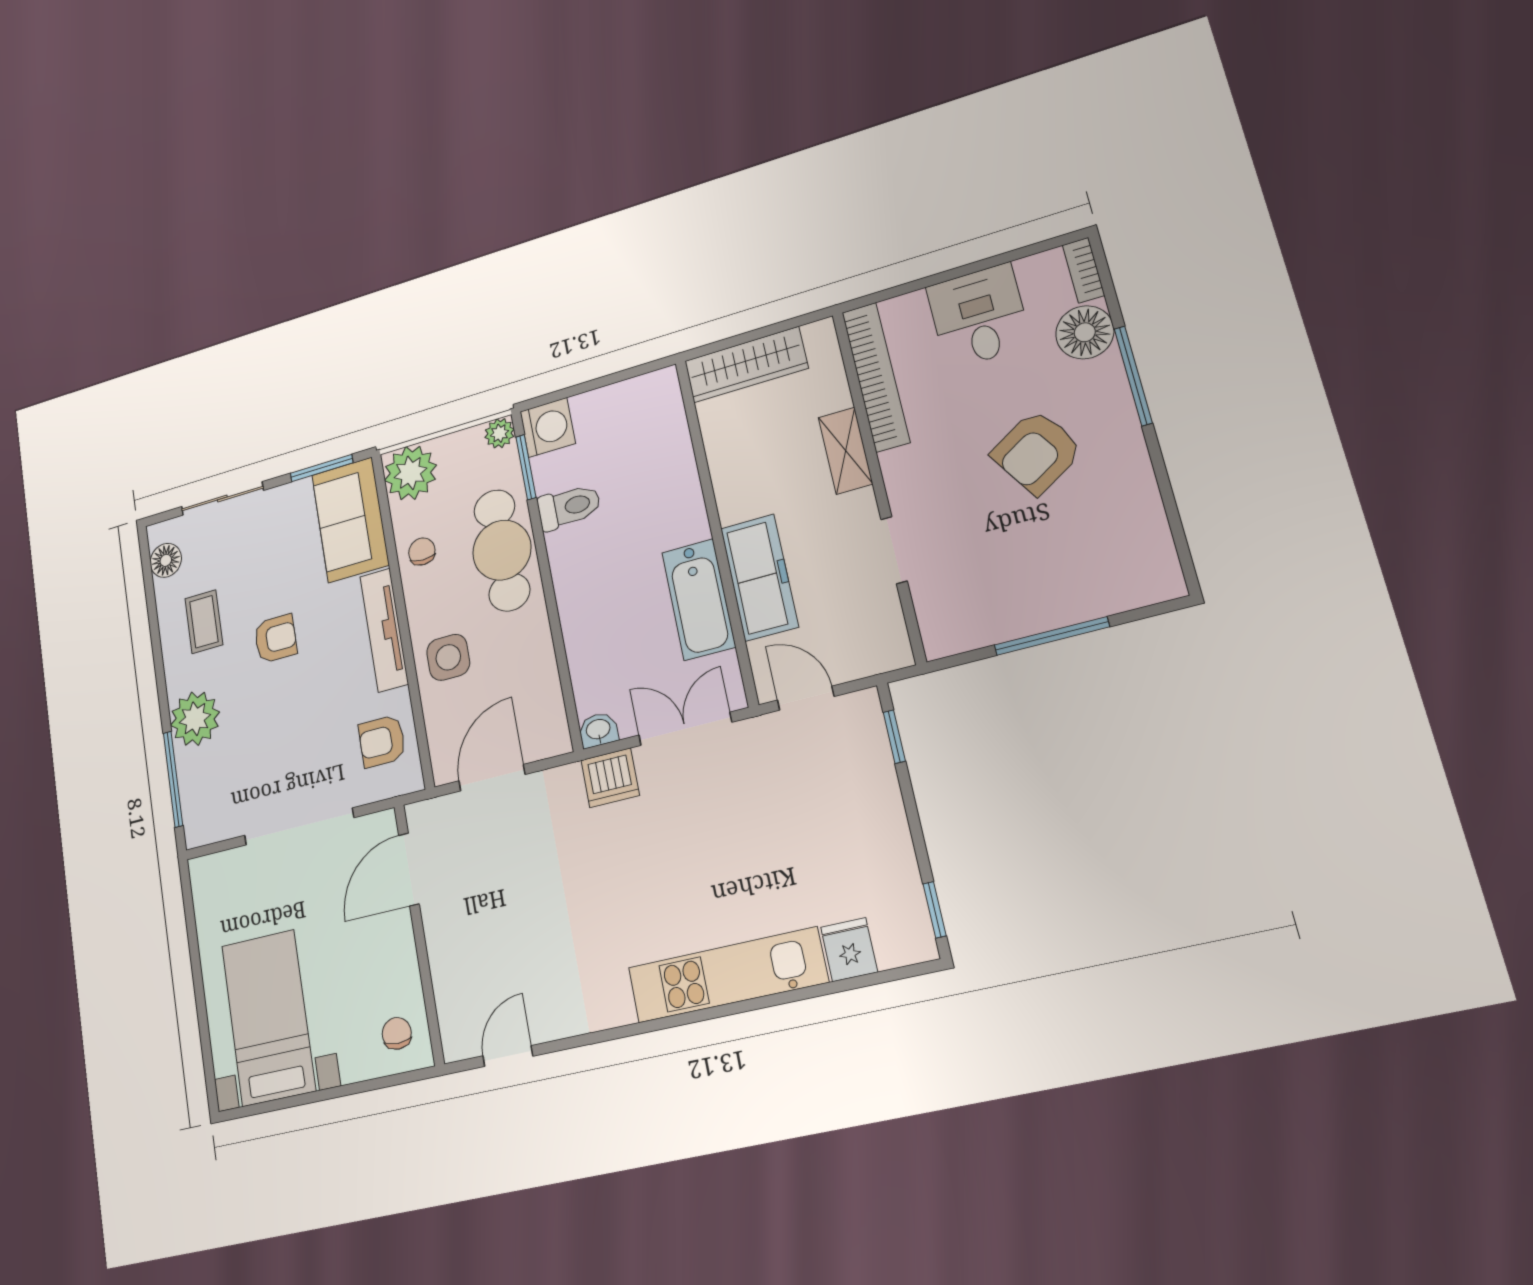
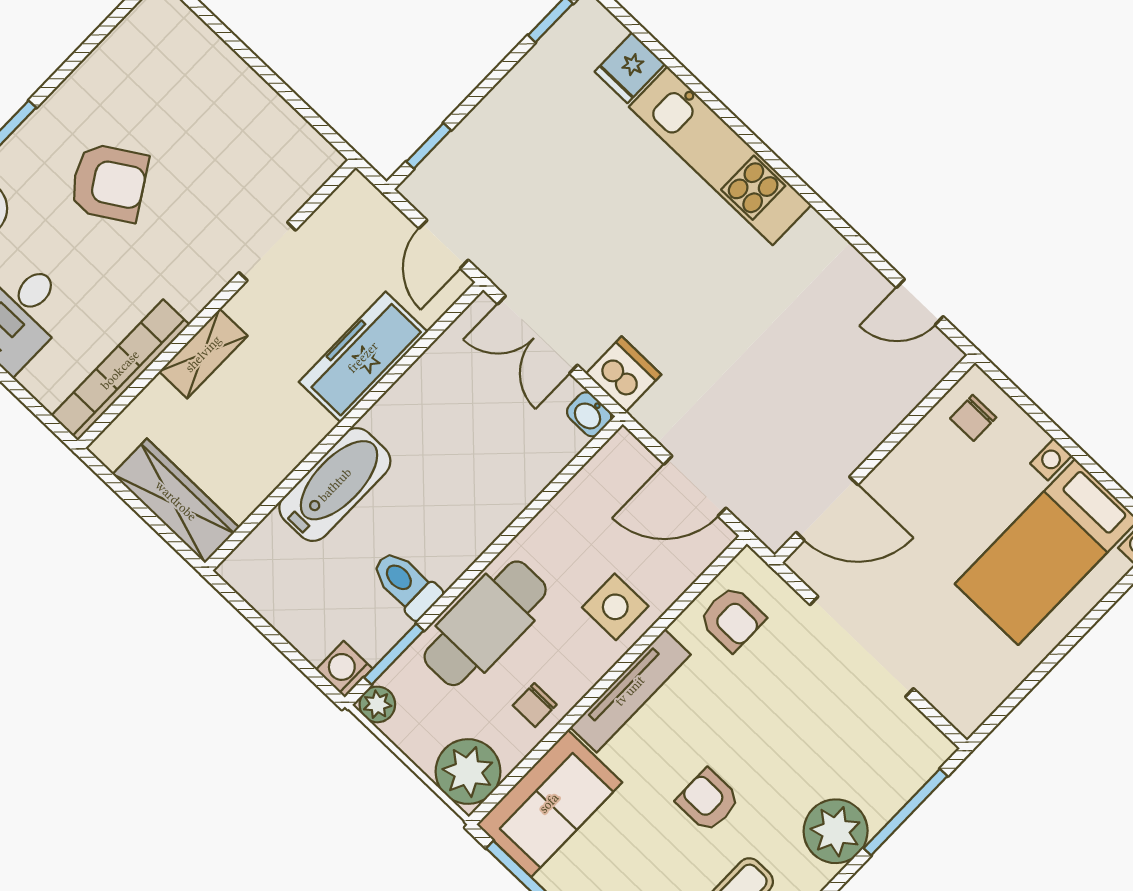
washing machine: (548, 427) -> (344, 669), width x0.73, depth x0.73
bathtub: (699, 599) -> (335, 485), moved
window: (1052, 636) -> (262, 69), removed

